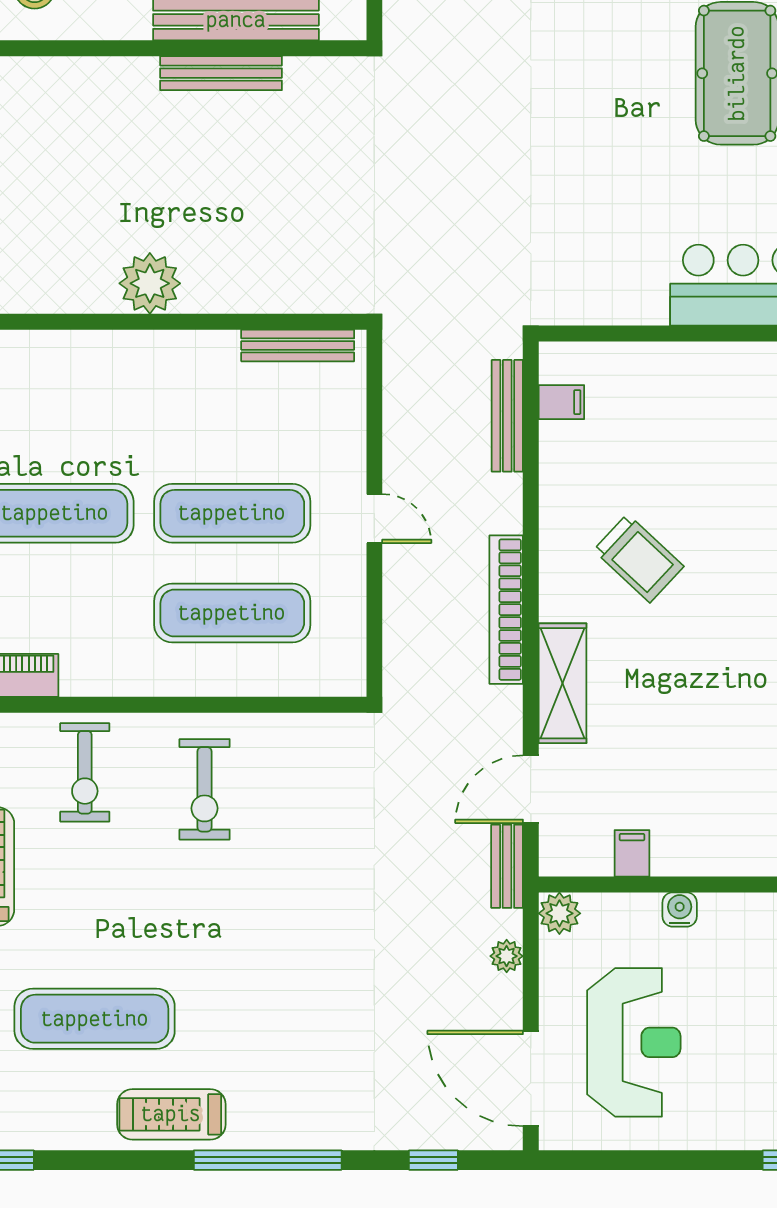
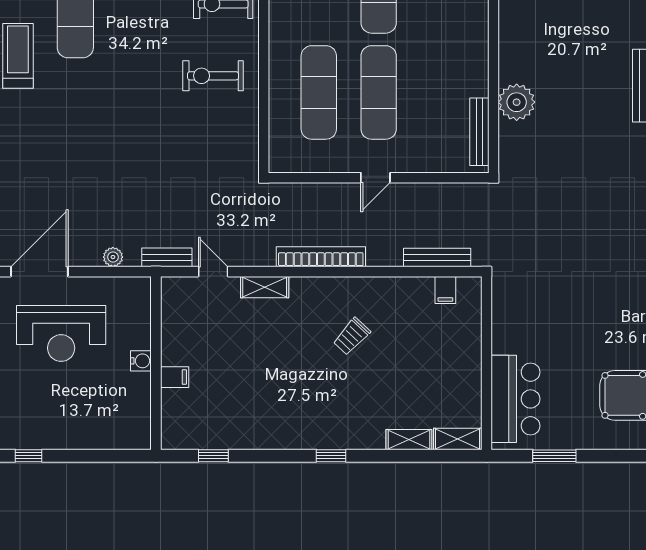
plant: (150, 283) -> (517, 102), moved
trolley: (639, 558) -> (352, 336), width x0.73, depth x0.72
shelving: (563, 683) -> (265, 287), width x0.67, depth x0.75
door: (531, 789) -> (213, 272), width x0.73
filing cabinet: (632, 853) -> (175, 377), moved
plant: (559, 913) -> (139, 289), removed

